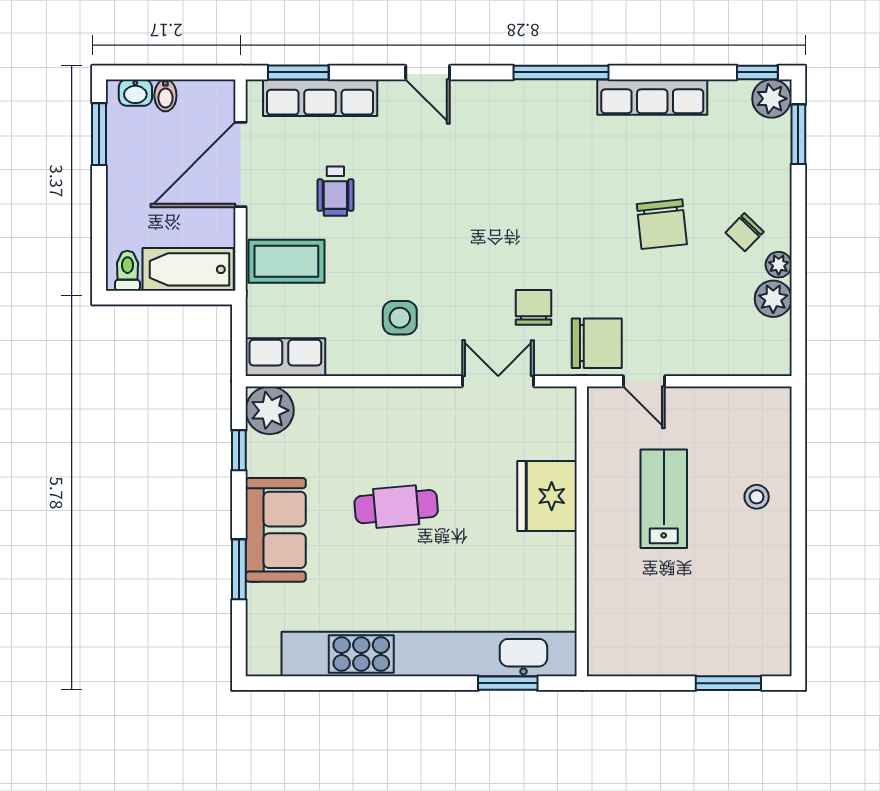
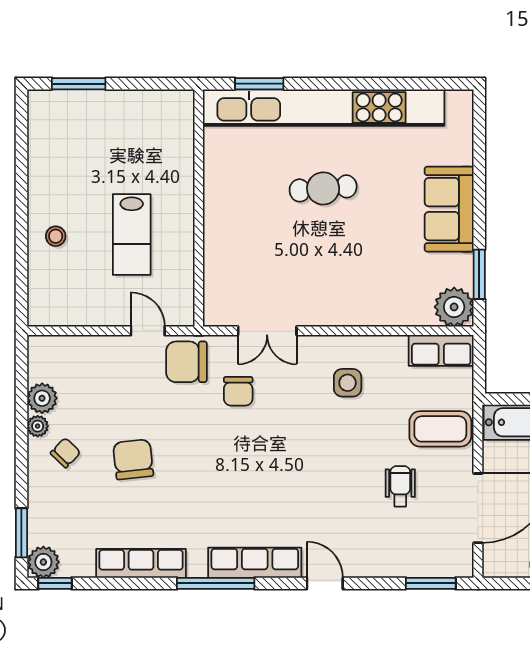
row of seats: (320, 98) -> (255, 563), moved
window: (239, 450) -> (479, 274), width x1.50
fridge: (547, 496) -> (227, 237), removed
cafe table: (396, 507) -> (323, 188), moved
window: (239, 569) -> (479, 177), removed

